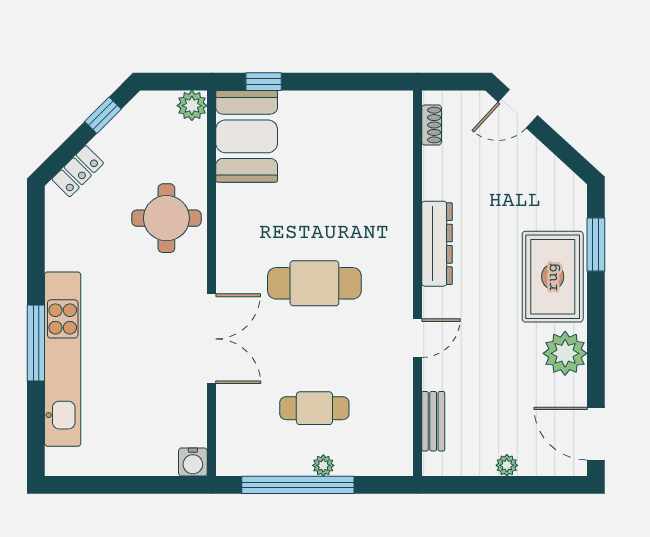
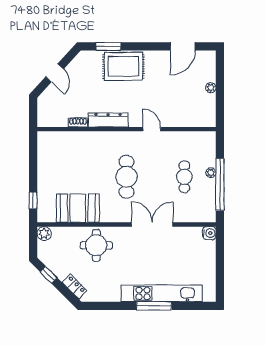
door: (518, 109) -> (55, 73), moved
shoe rack: (432, 125) -> (78, 123), moved
booth: (247, 136) -> (78, 208), moved
plant: (565, 353) -> (159, 61), removed
bench: (433, 421) -> (190, 122), removed
door: (596, 434) -> (183, 46), moved

